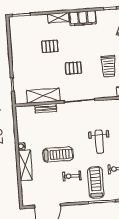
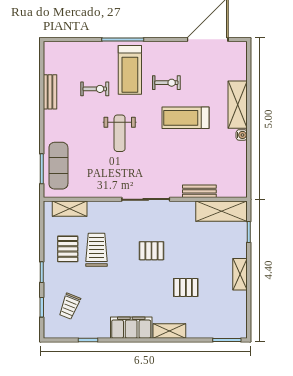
shelving: (16, 57) -> (240, 274), added
shelving: (43, 96) -> (221, 211), moved
weight bench: (99, 142) -> (120, 133), turned 180

